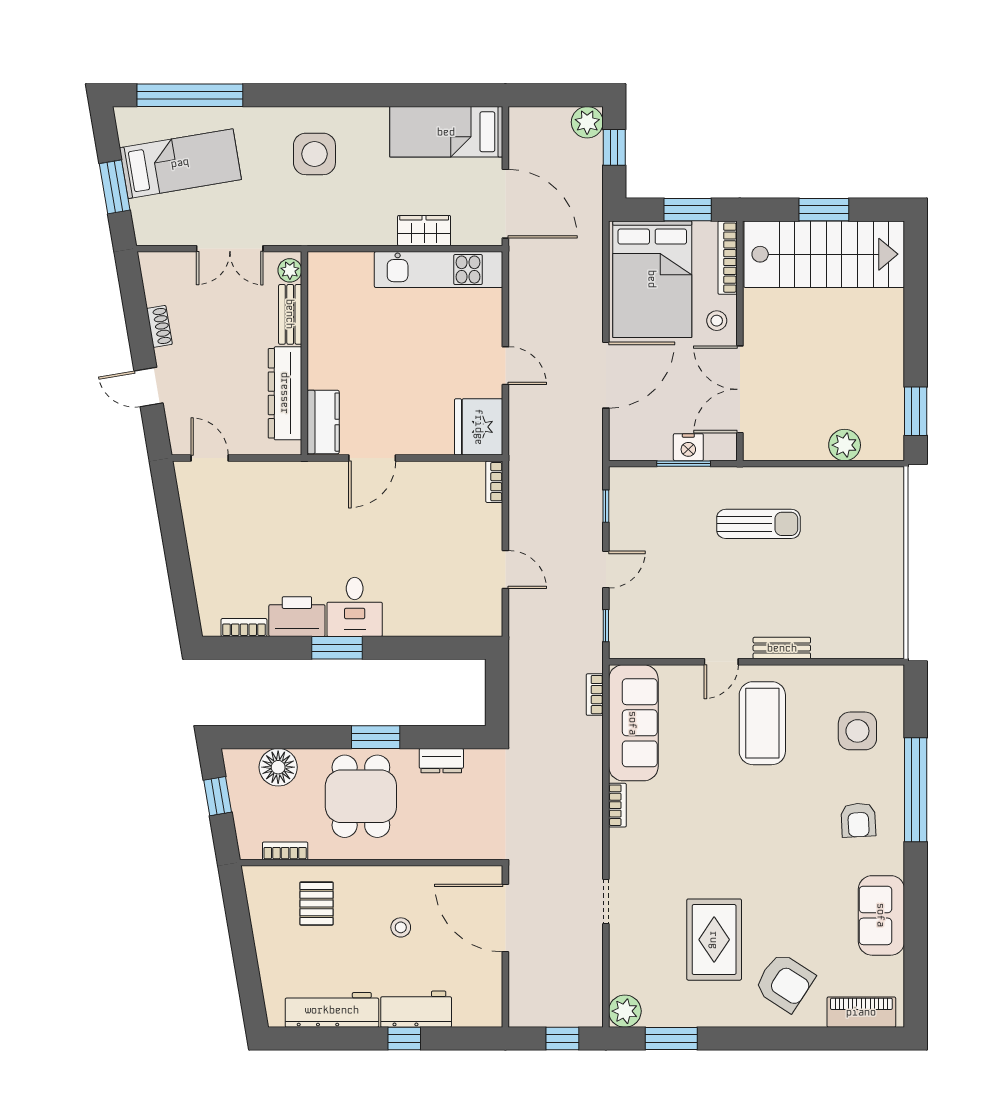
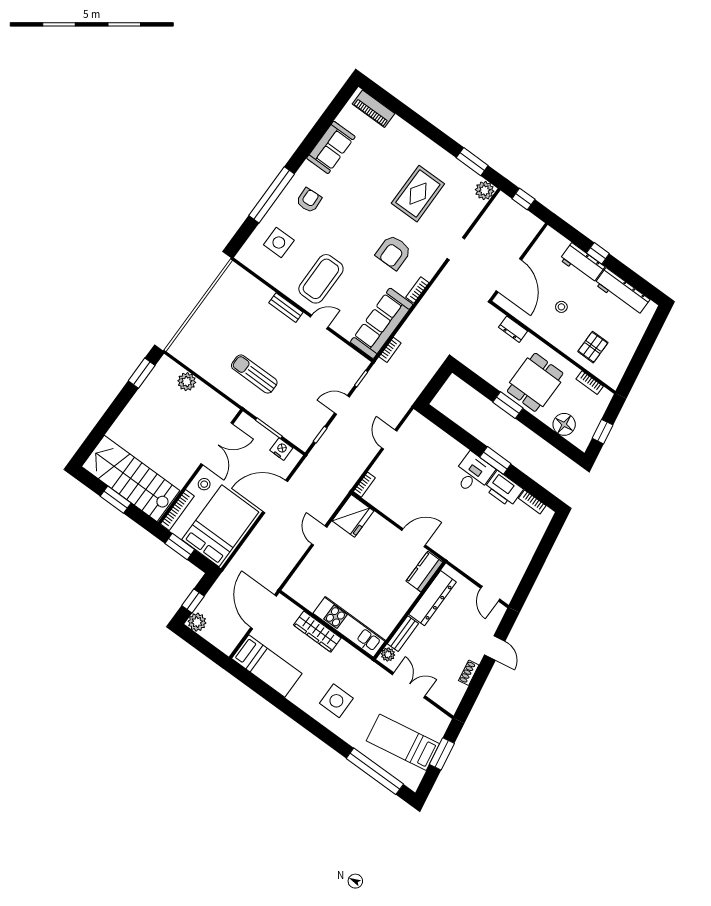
wardrobe: (424, 231) -> (317, 632), width x1.50
kitchen unit: (439, 270) -> (349, 627), moved
nightstand: (688, 447) -> (281, 449), moved
dresser: (441, 761) -> (513, 329), moved, turned 180
armchair: (785, 982) -> (393, 252), moved, turned -123

